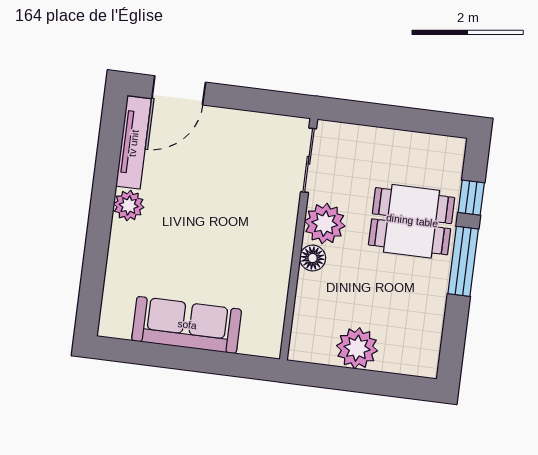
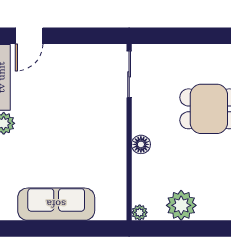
door: (179, 90) -> (29, 36), width x0.73
plant: (325, 224) -> (140, 212), moved, width x0.53, depth x0.53

